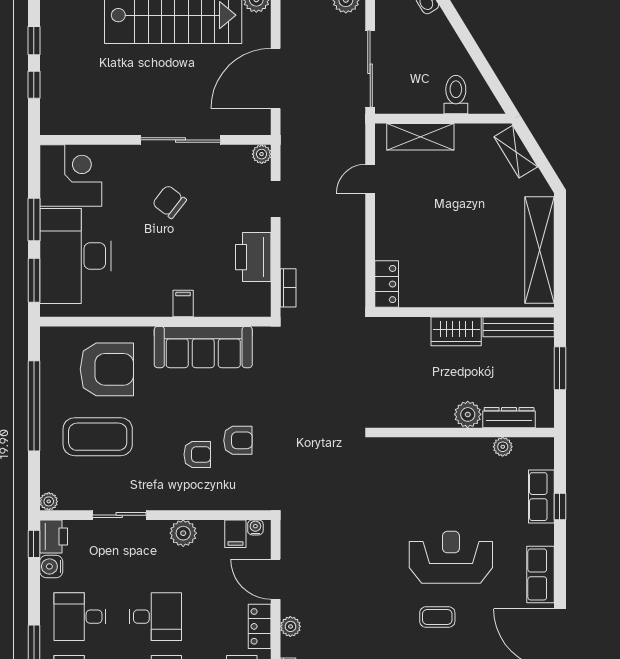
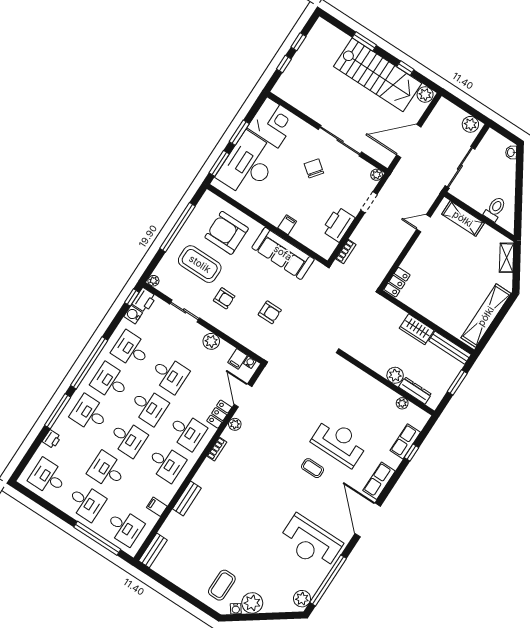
armchair: (107, 369) -> (227, 233), turned 180
armchair: (197, 455) -> (224, 298), moved

